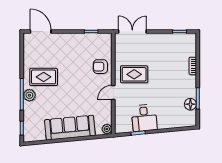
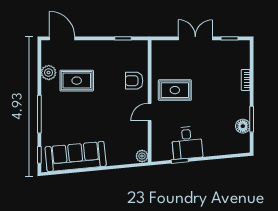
double door: (132, 32) -> (195, 38), moved
rug: (44, 77) -> (77, 81), moved
plant: (29, 95) -> (49, 73), moved
sofa: (70, 128) -> (76, 156), moved

